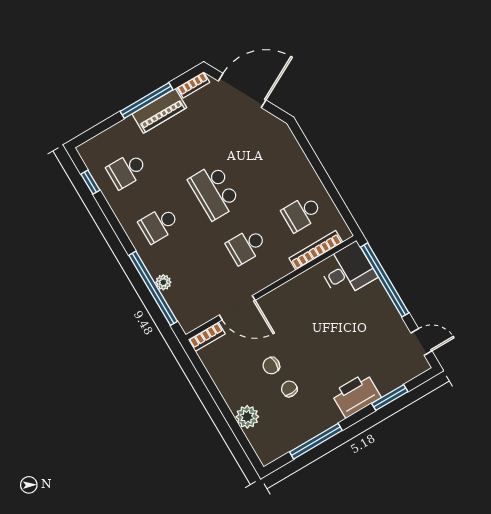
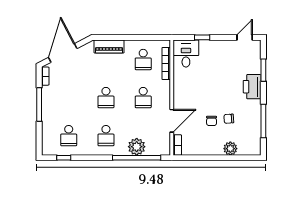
piano: (159, 111) -> (109, 46), moved, turned 90
school desk: (214, 192) -> (106, 98), width x0.54
window: (385, 280) -> (202, 37), width x0.32
plant: (163, 282) -> (137, 147), width x1.88, depth x1.88

